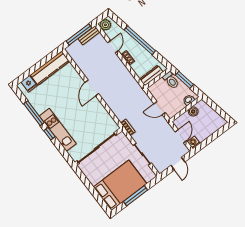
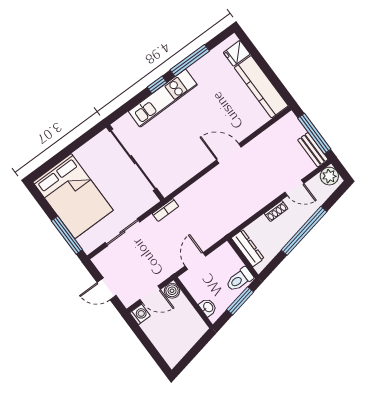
boiler: (193, 111) -> (172, 291), moved
window: (136, 196) -> (67, 235), moved

